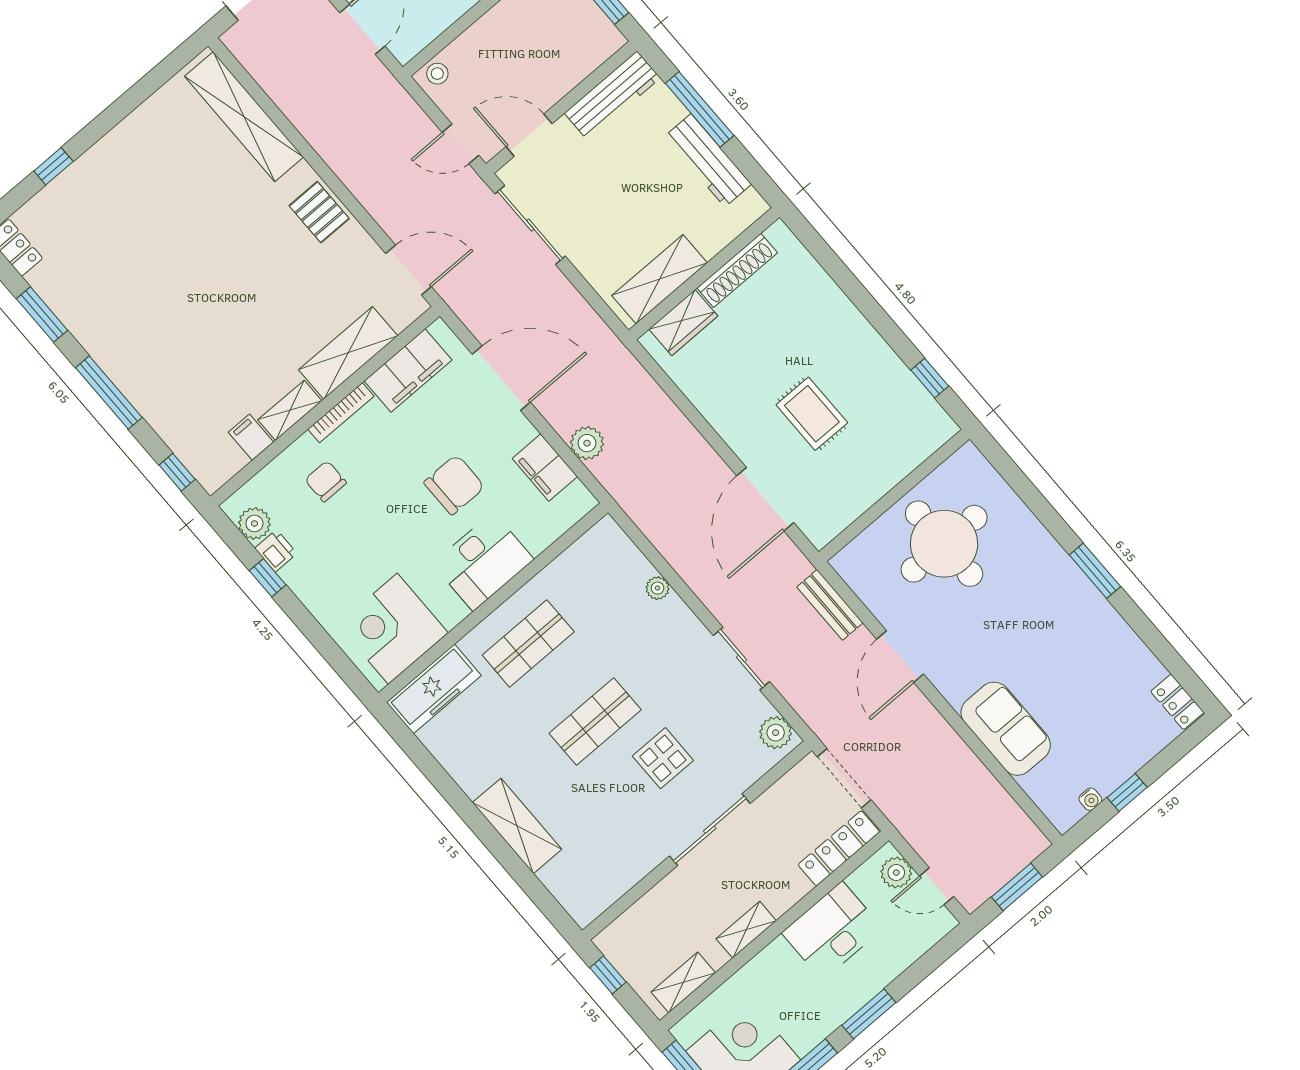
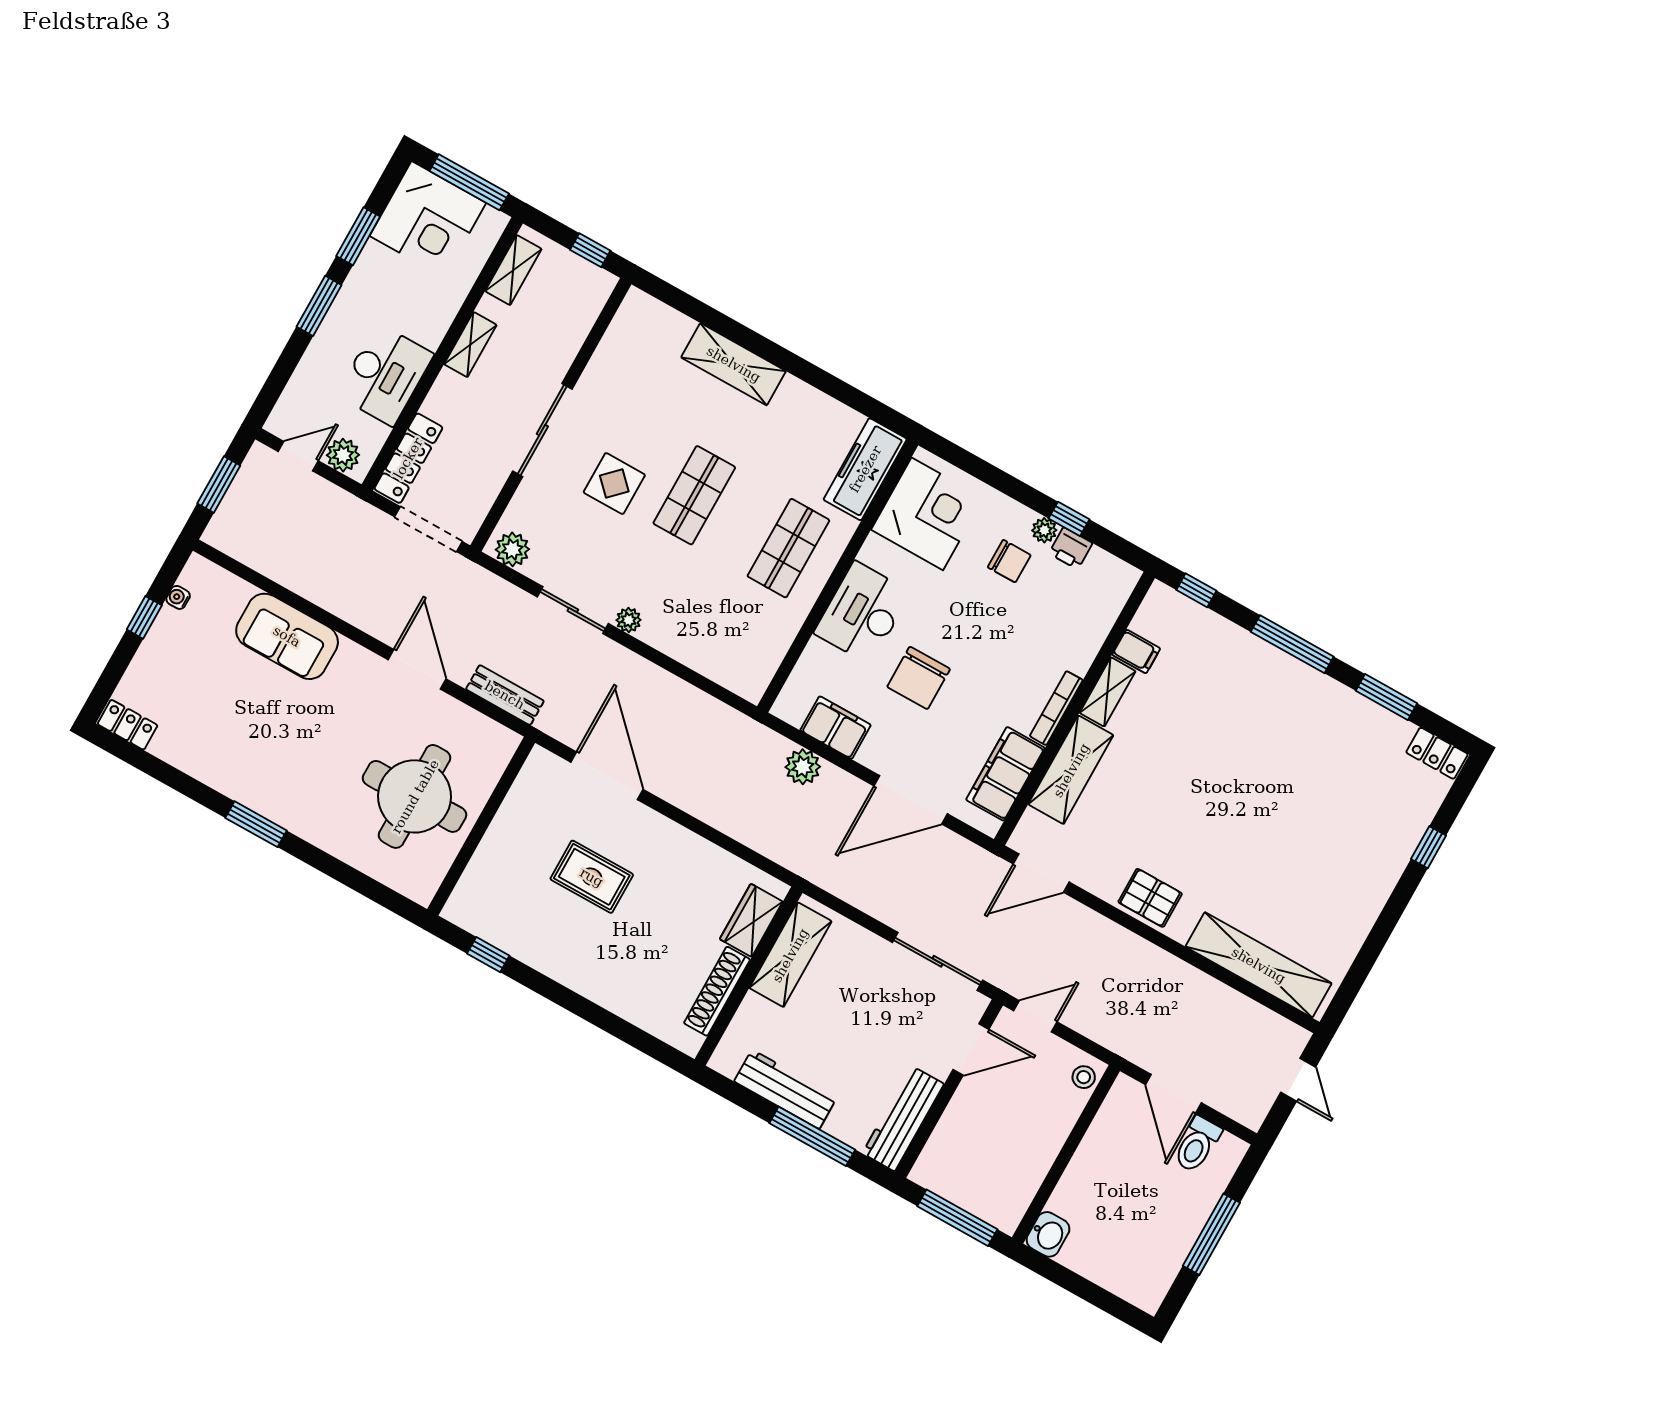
chair: (326, 481) -> (1009, 561), moved
plant: (254, 523) -> (1044, 530), moved, width x0.73, depth x0.73
plant: (658, 588) -> (629, 620), moved

